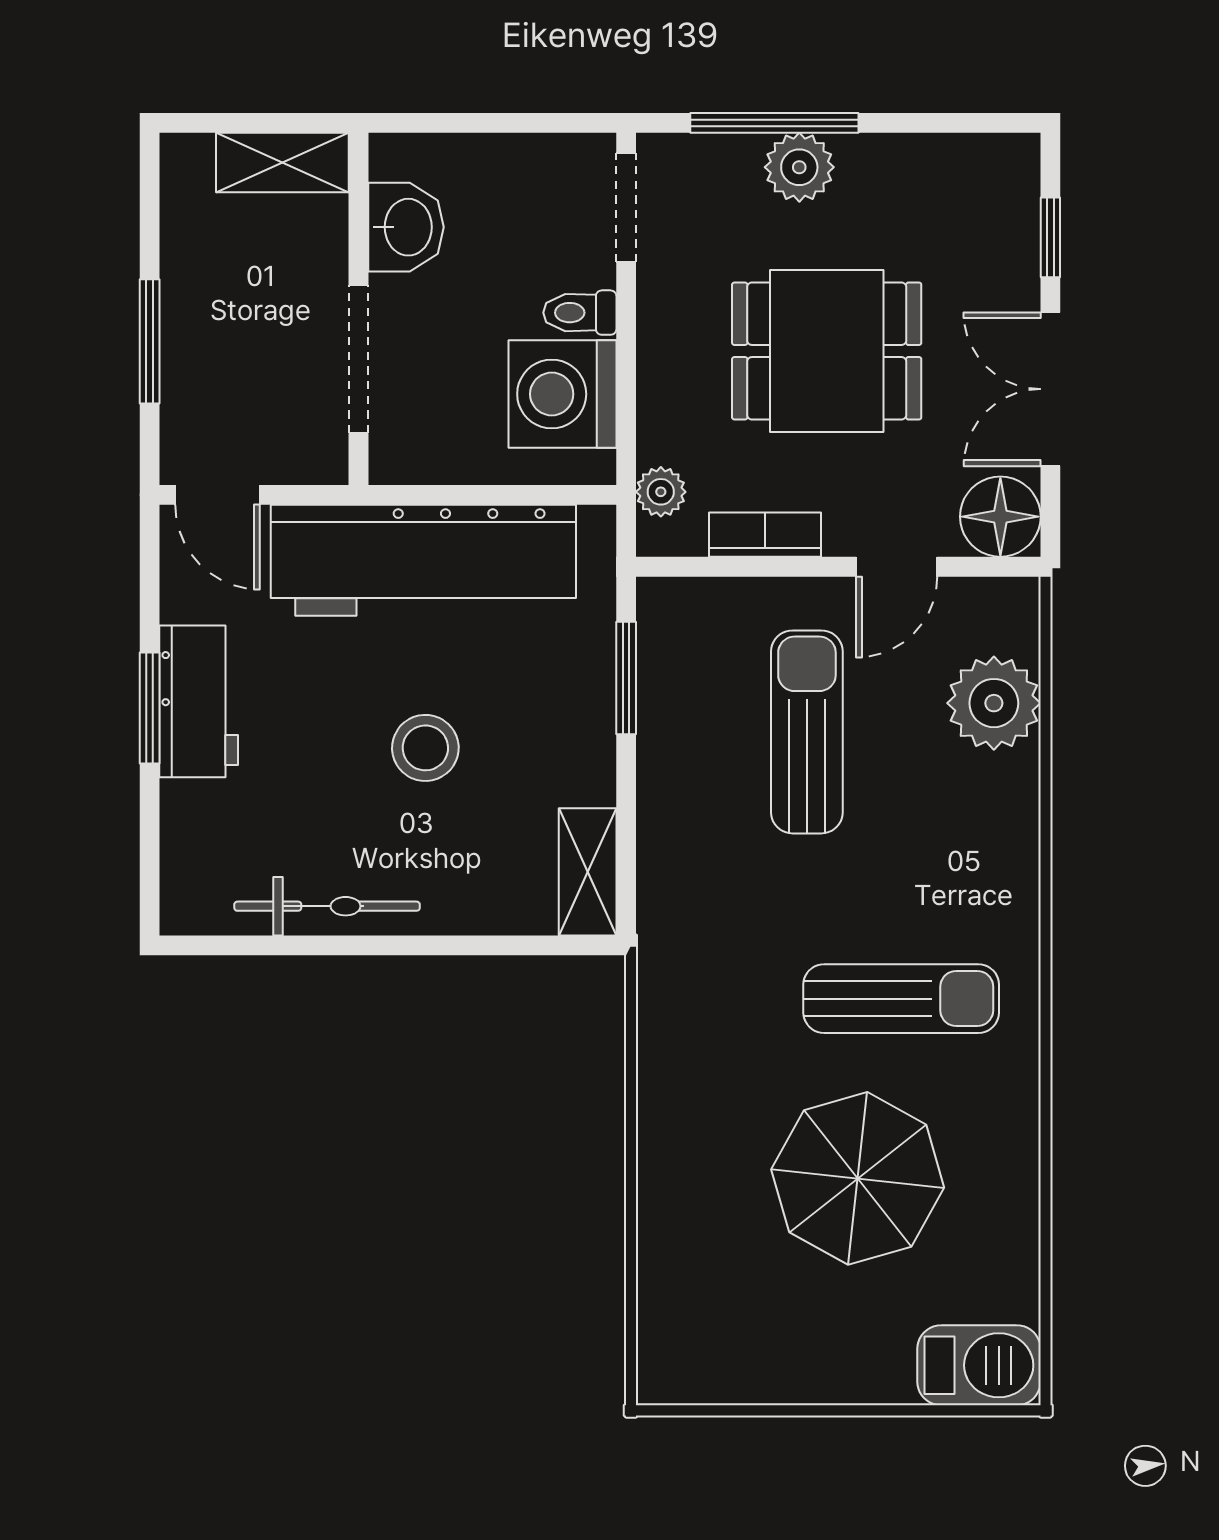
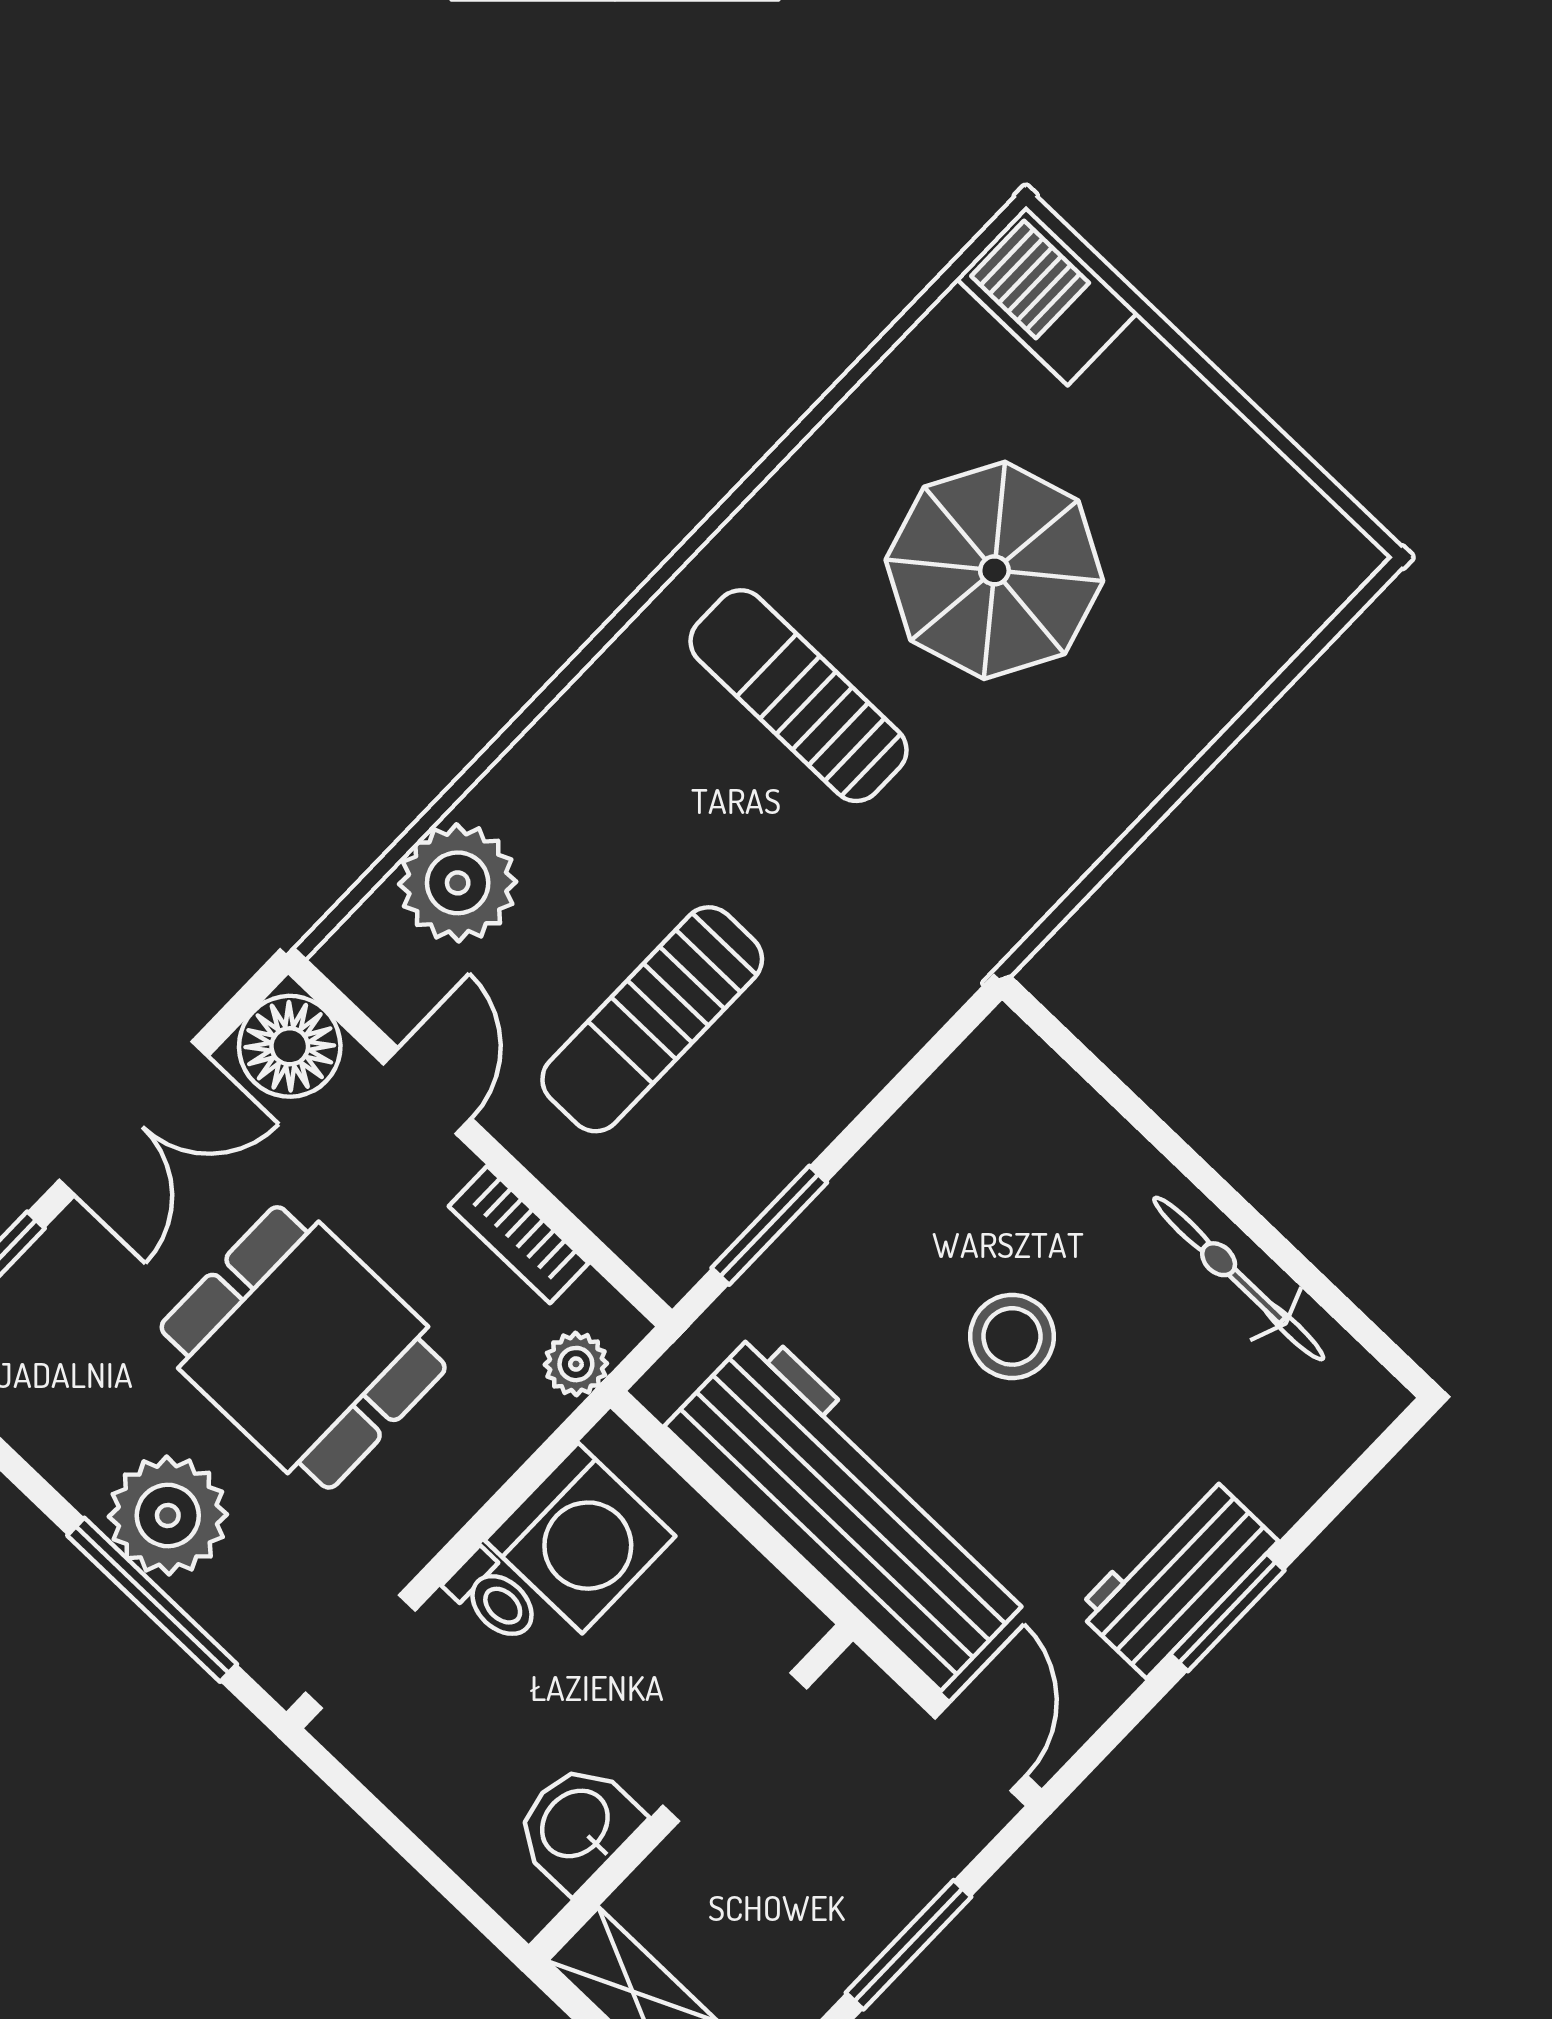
plant: (799, 167) -> (168, 1515), width x1.36, depth x1.36
door: (897, 567) -> (427, 1091), hinge flipped
shelving: (588, 872) -> (973, 1083), removed

